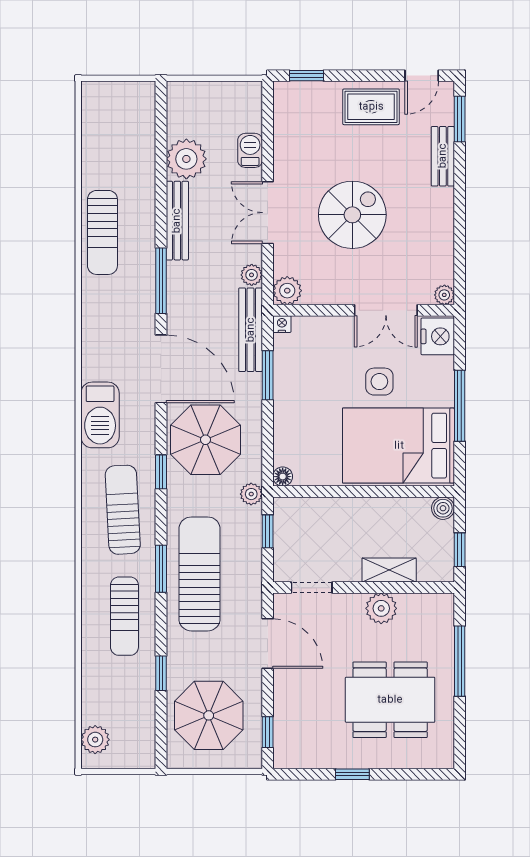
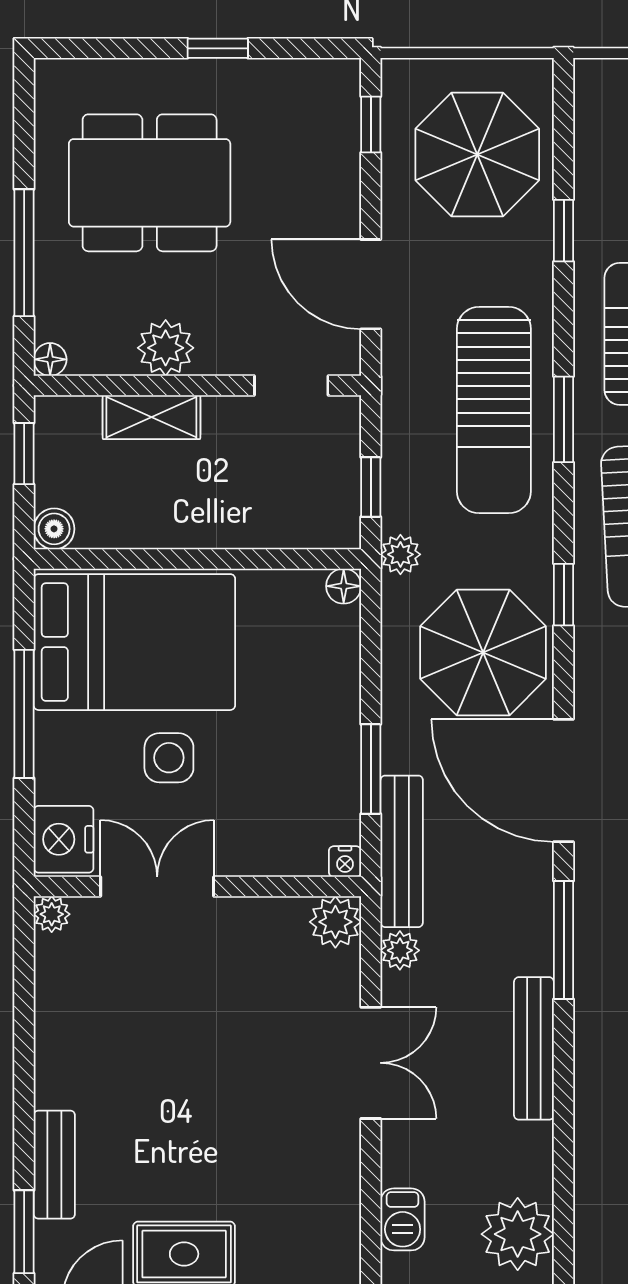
barbecue: (250, 150) -> (403, 1219), moved
plant: (186, 159) -> (518, 1234), moved
spiral stairs: (352, 215) -> (218, 1059), removed
floor lamp: (445, 602) -> (50, 359), added

